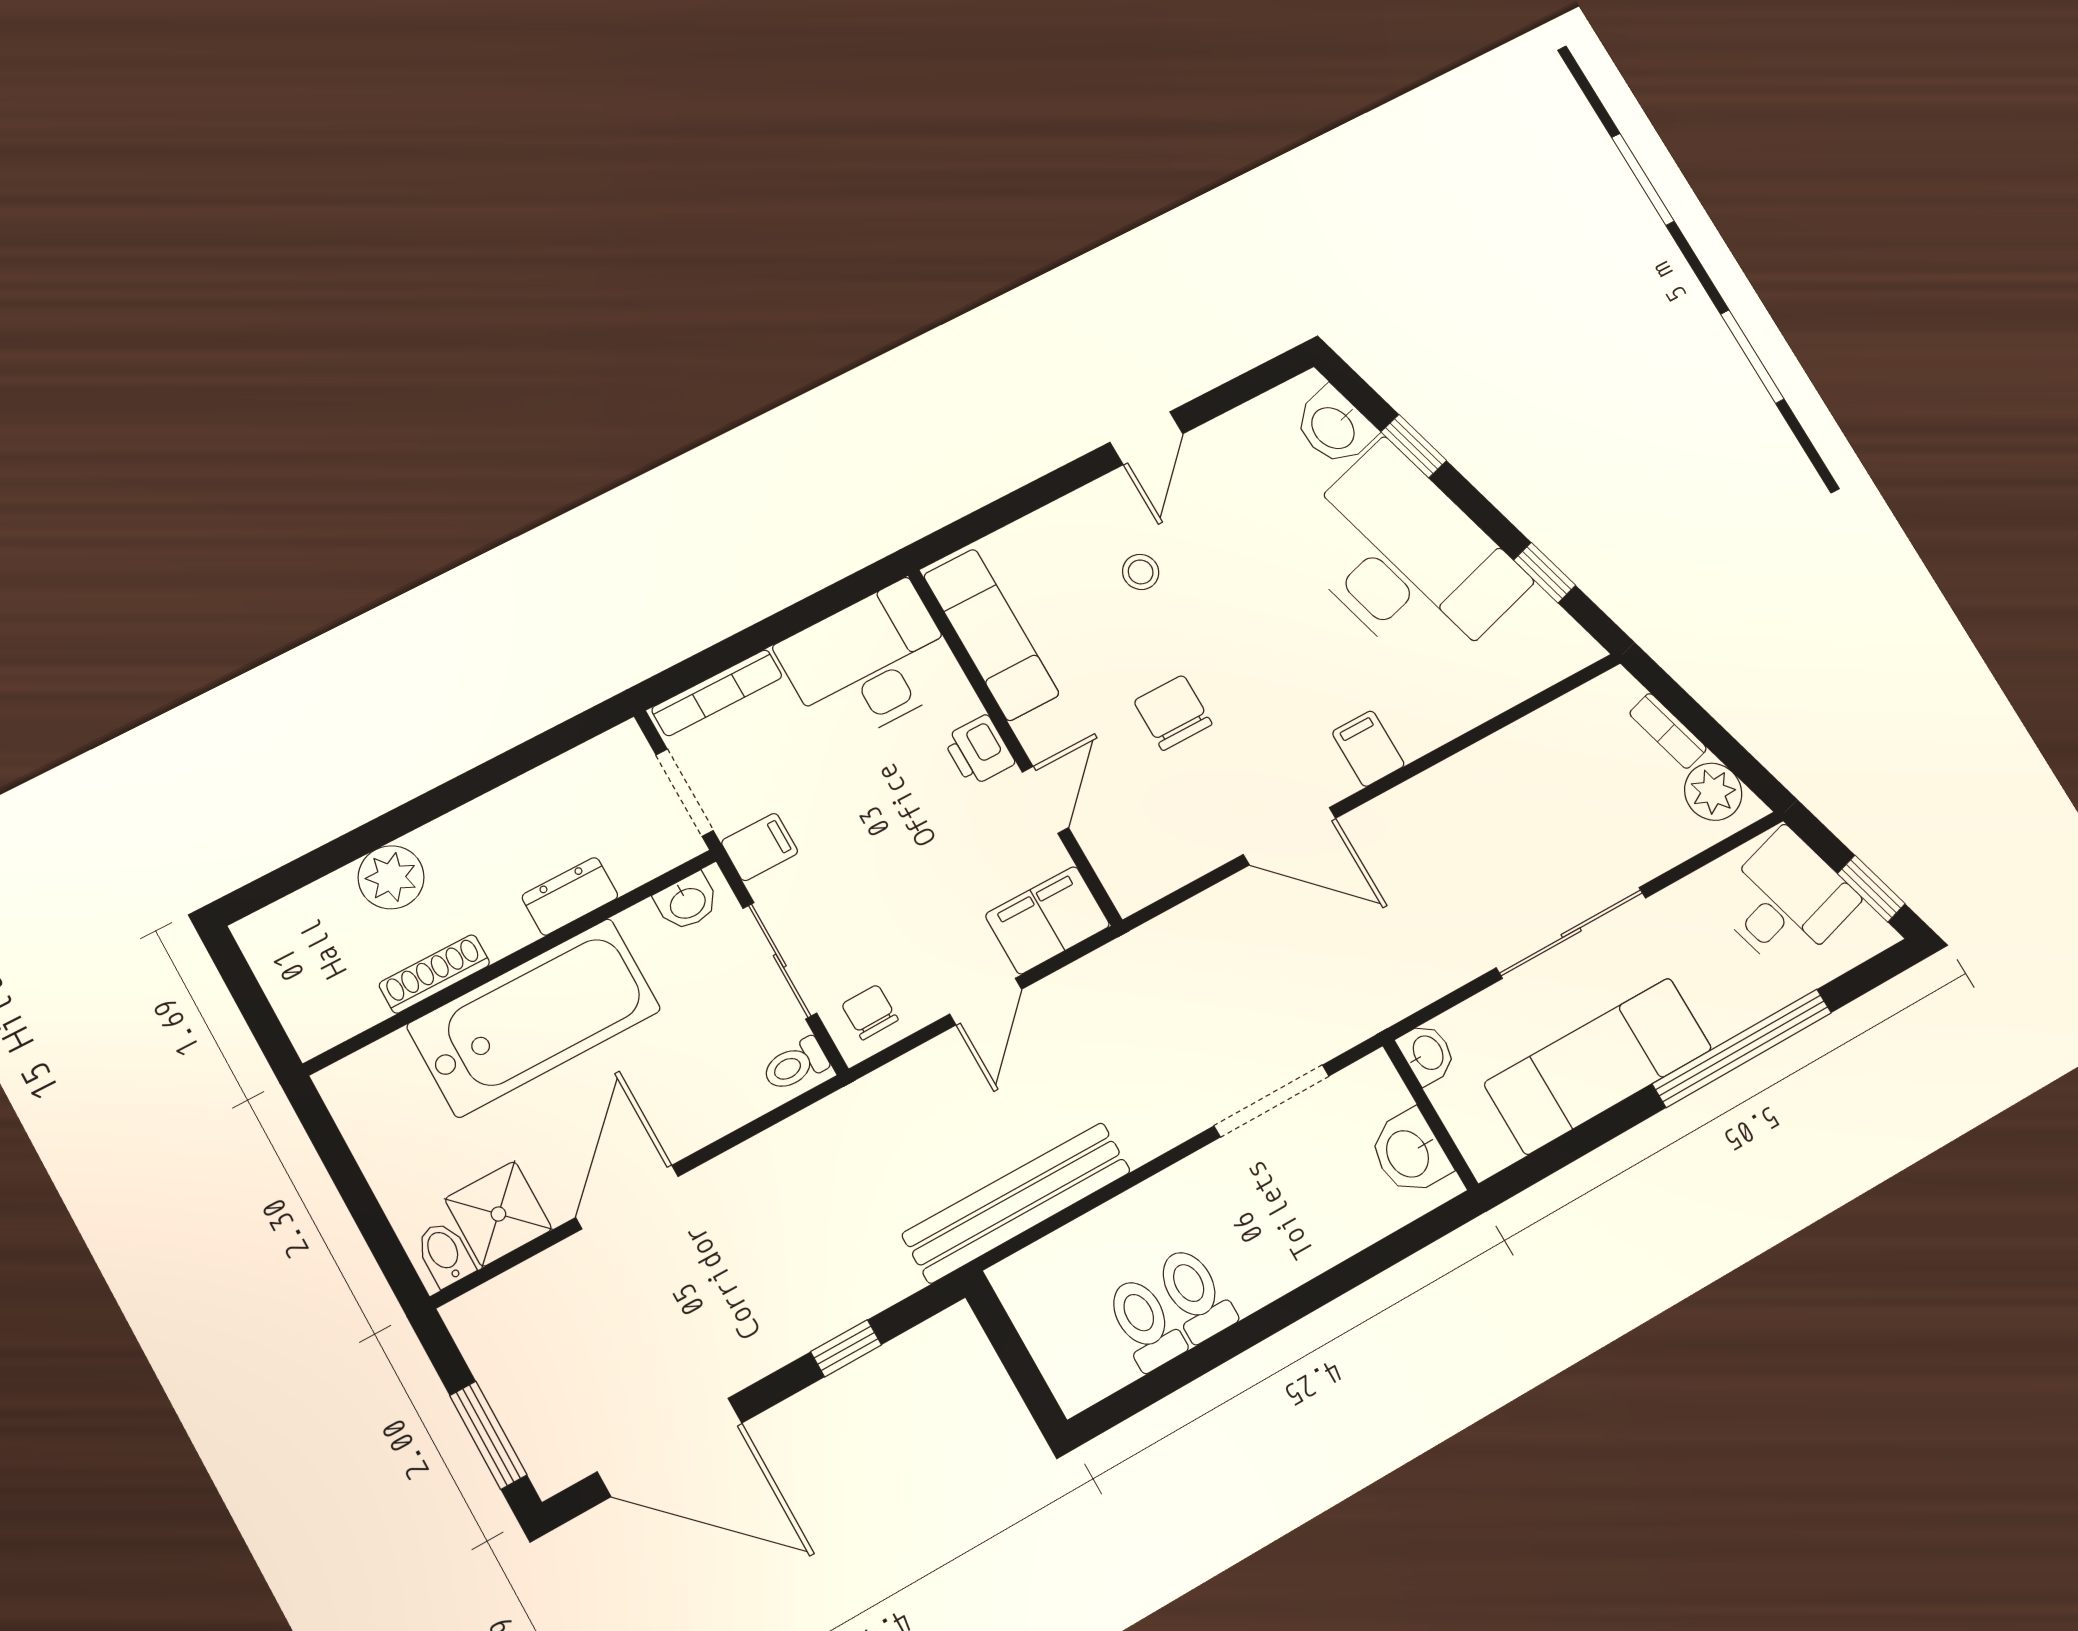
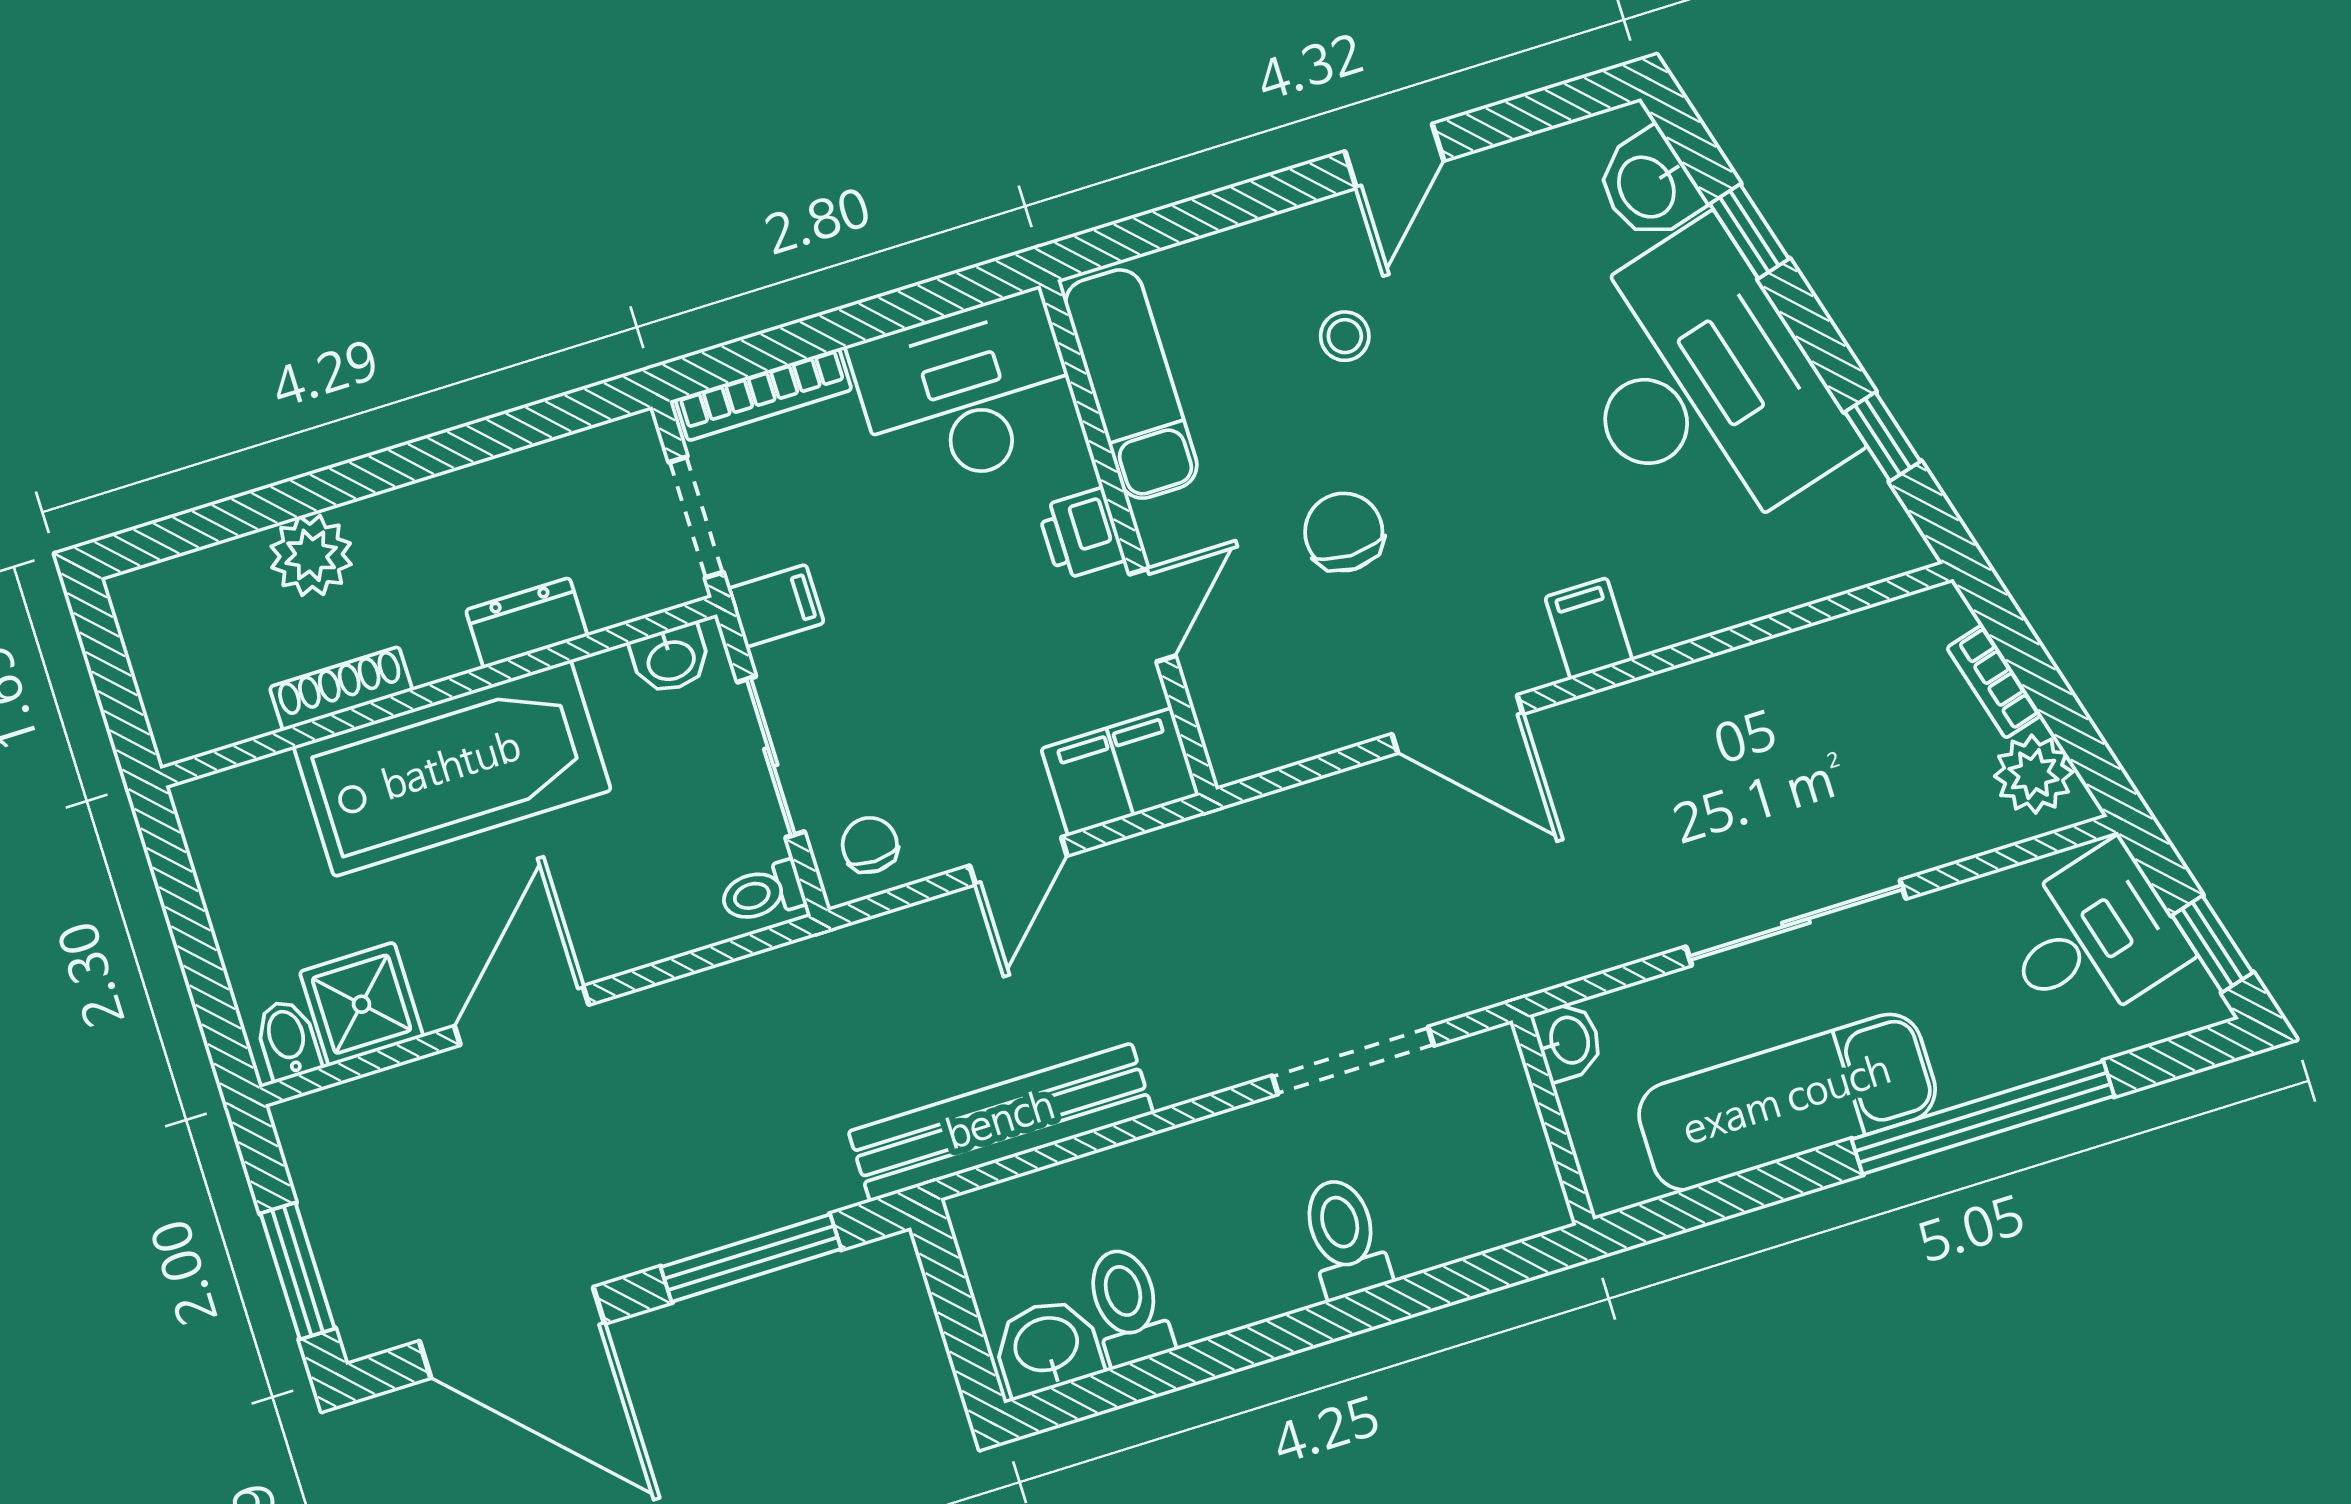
washbasin: (1409, 1153) -> (1047, 1347), moved, turned 90
toilet: (1195, 1294) -> (1344, 1237), moved
window: (846, 1348) -> (751, 1258), width x2.17

